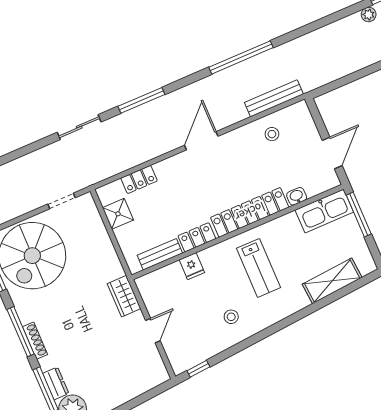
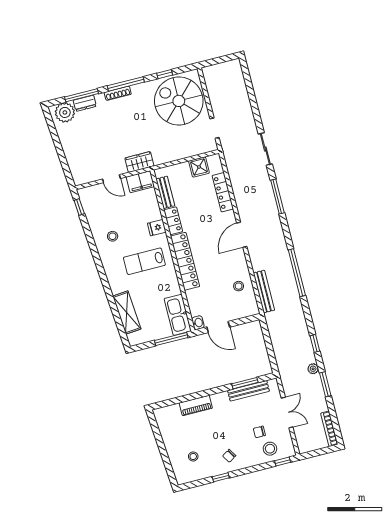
window: (334, 18) -> (315, 343), added
door: (201, 141) -> (242, 235), swing flipped
locker: (139, 179) -> (223, 192), width x1.53
washbasin: (297, 196) -> (198, 323), moved
fridge: (192, 266) -> (157, 228), moved
filing cabinet: (151, 291) -> (140, 182), added

